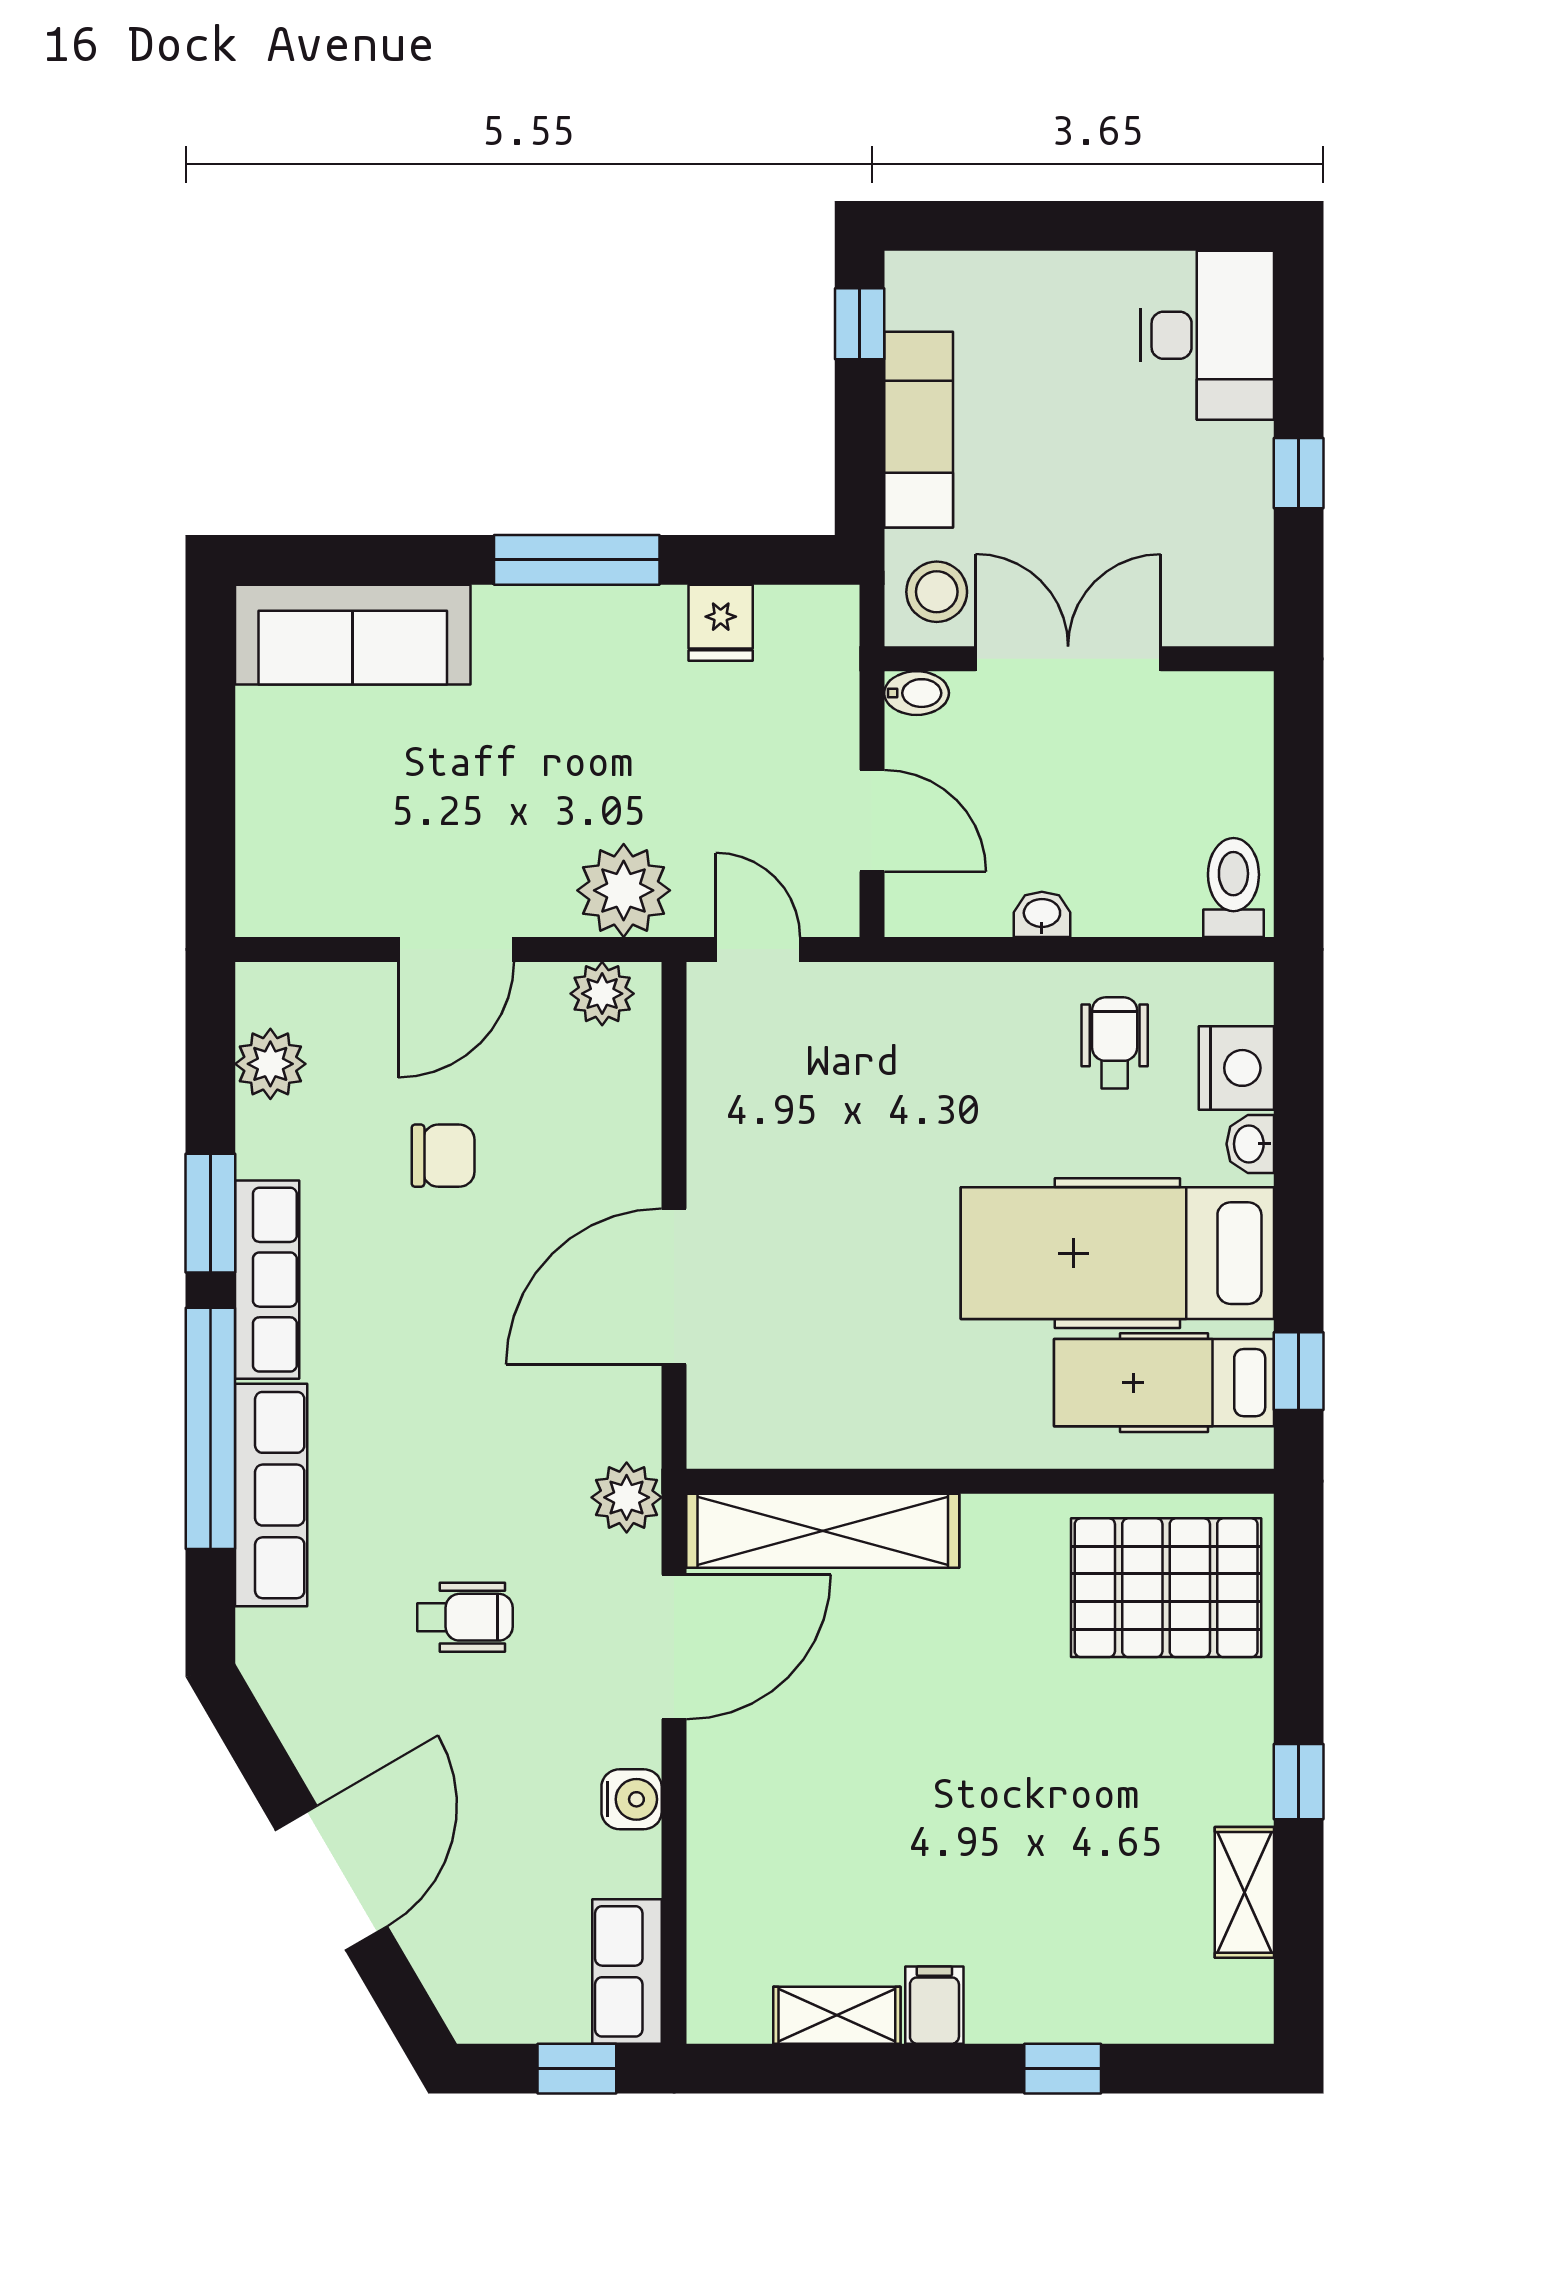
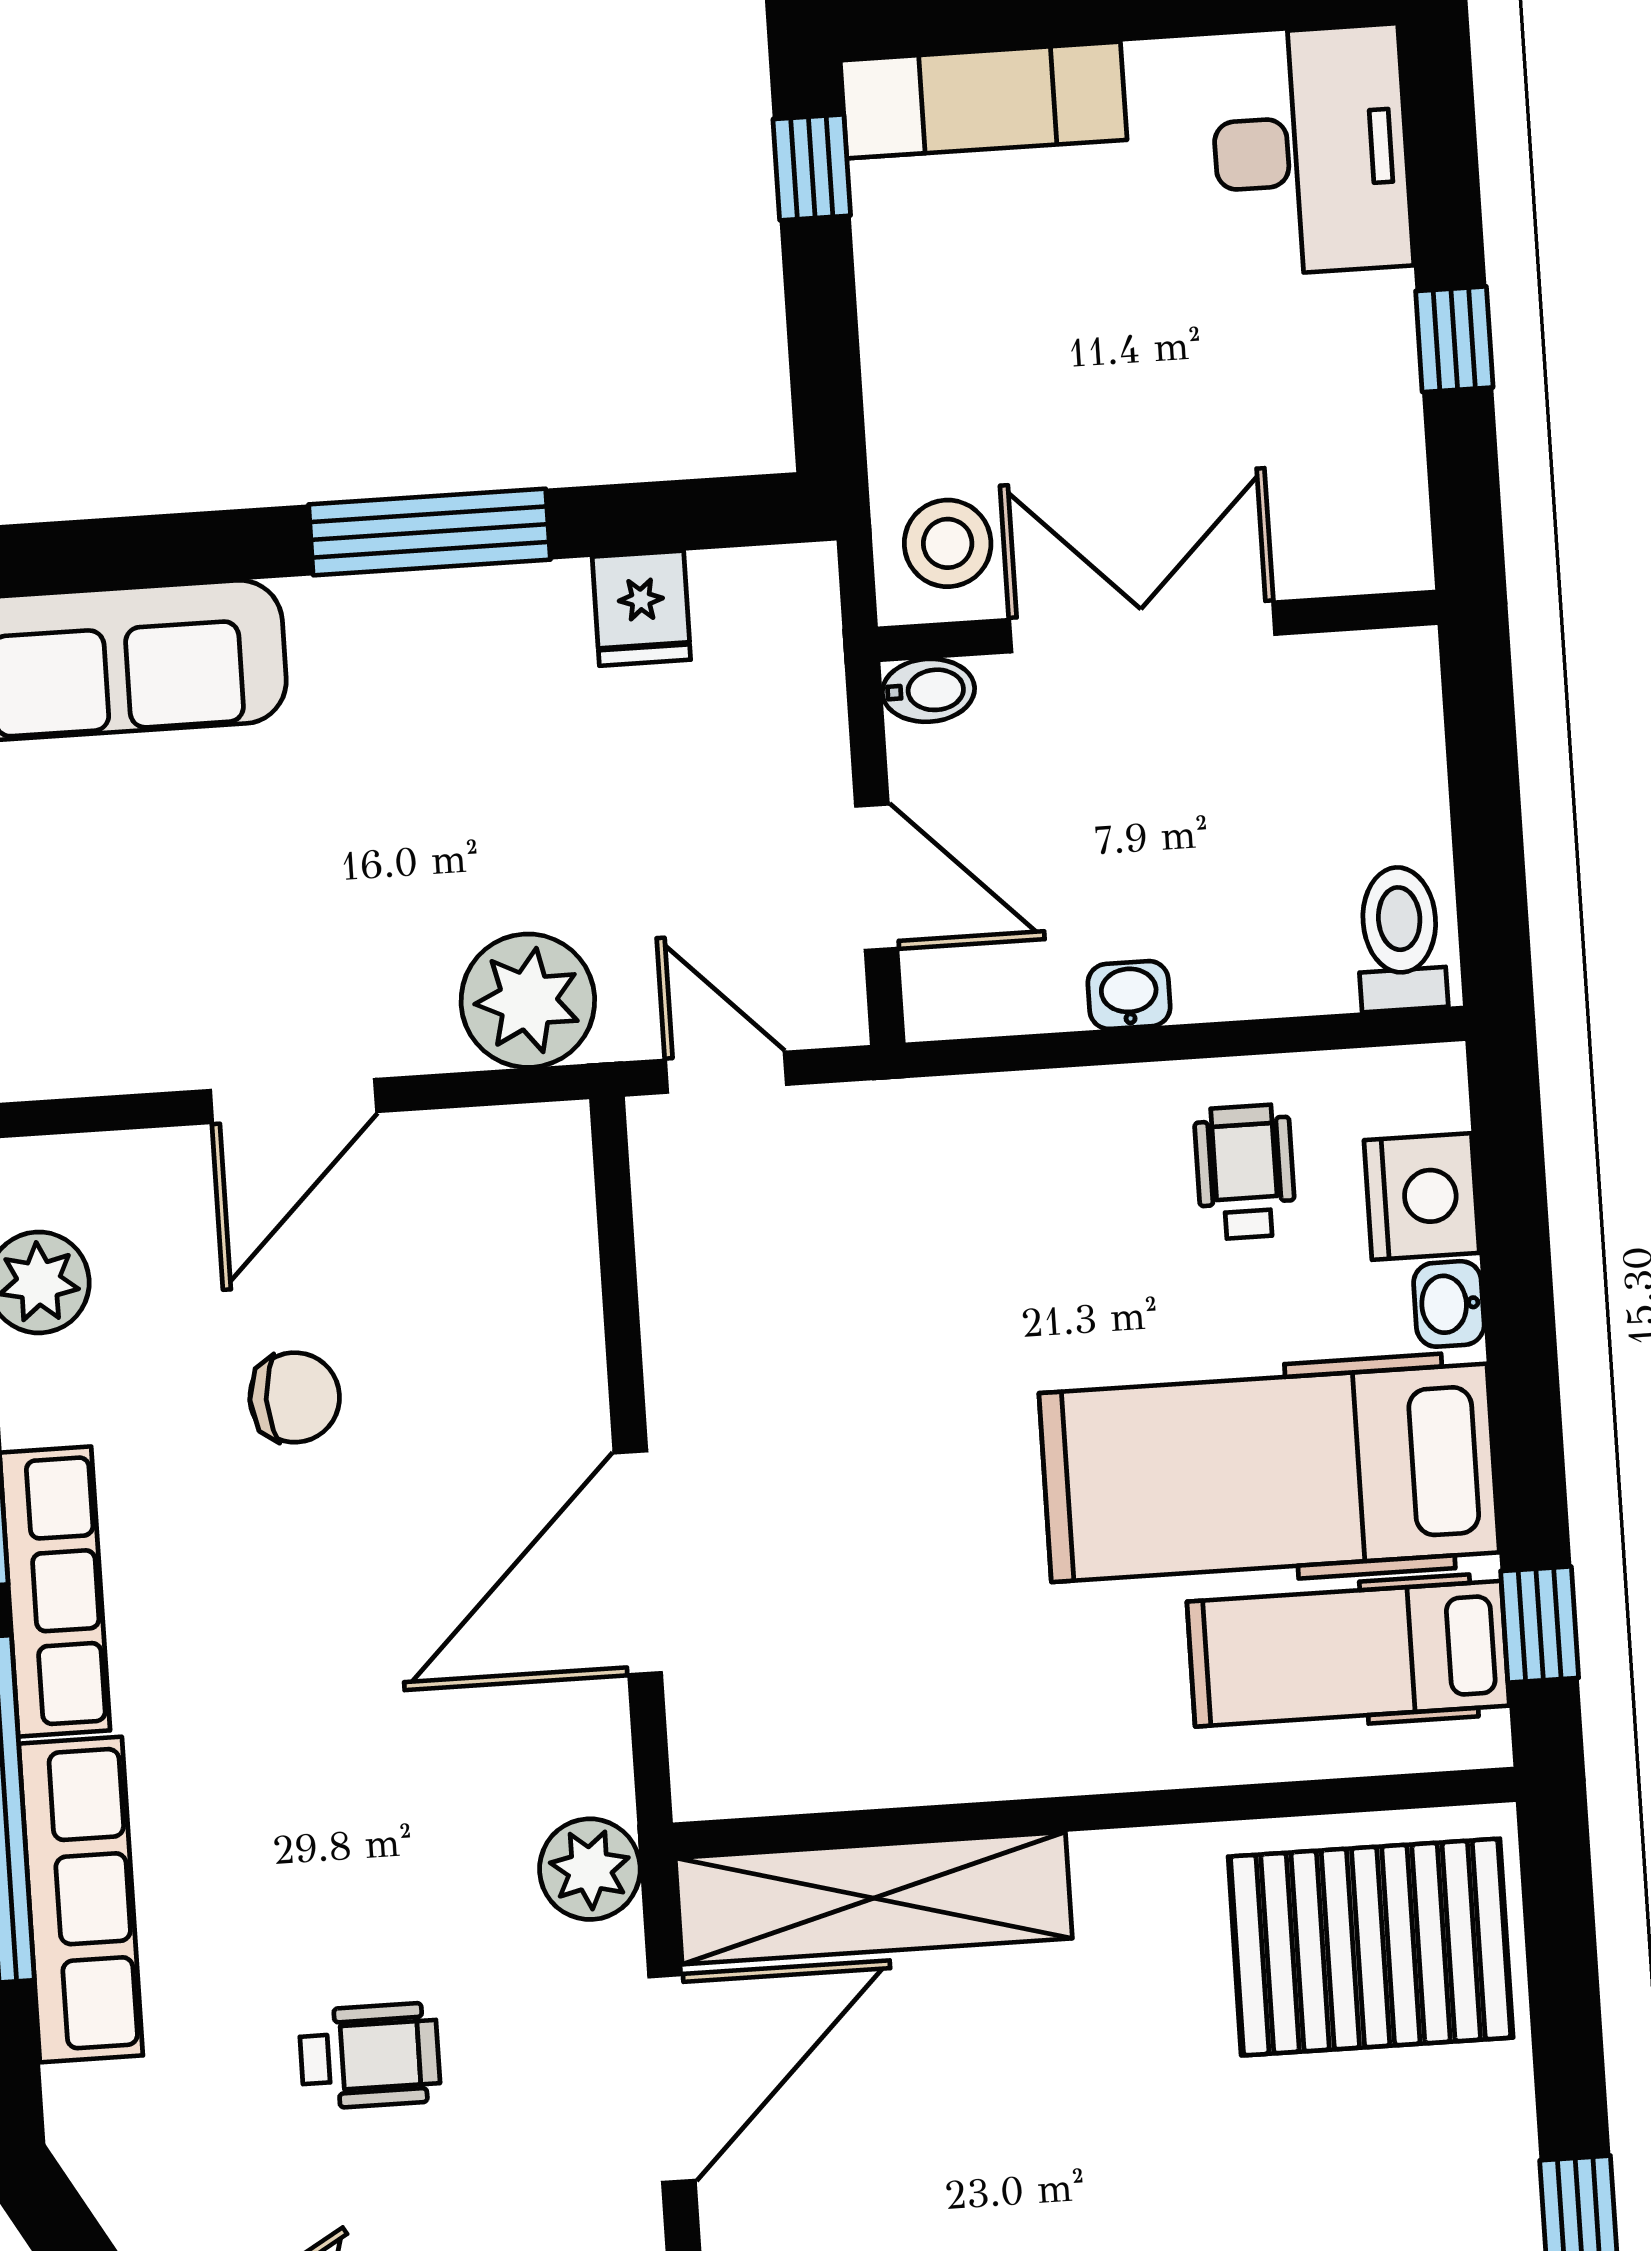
exam couch: (919, 430) -> (984, 100), moved, turned 90
plant: (602, 994) -> (507, 1150), removed

